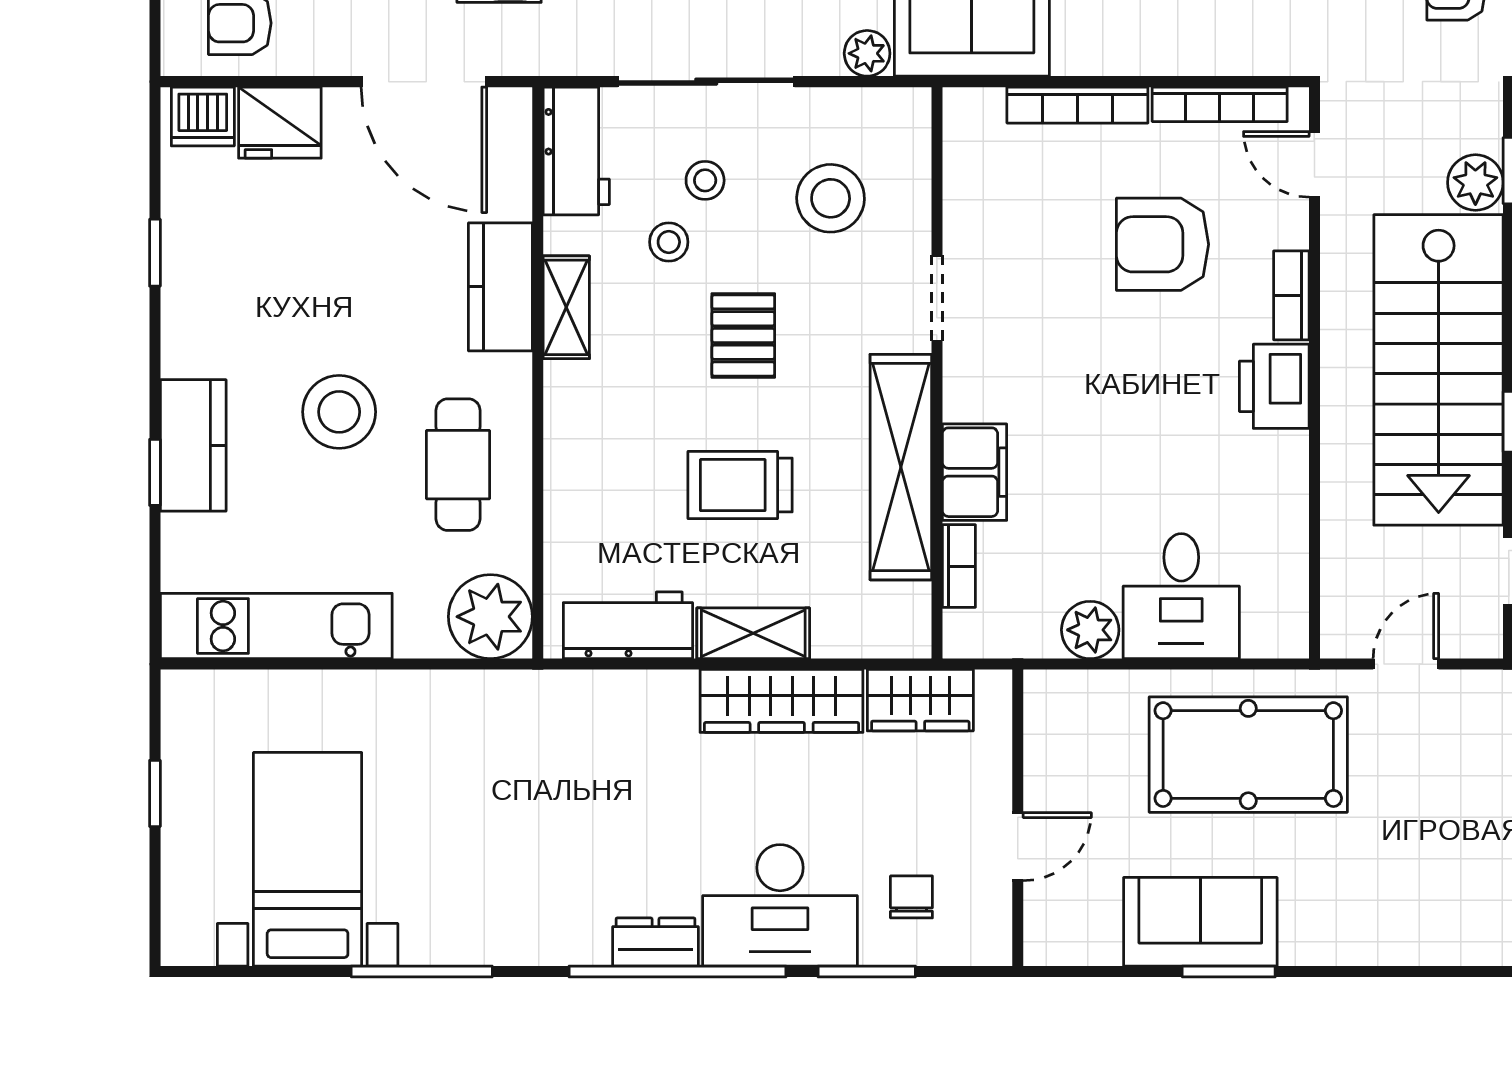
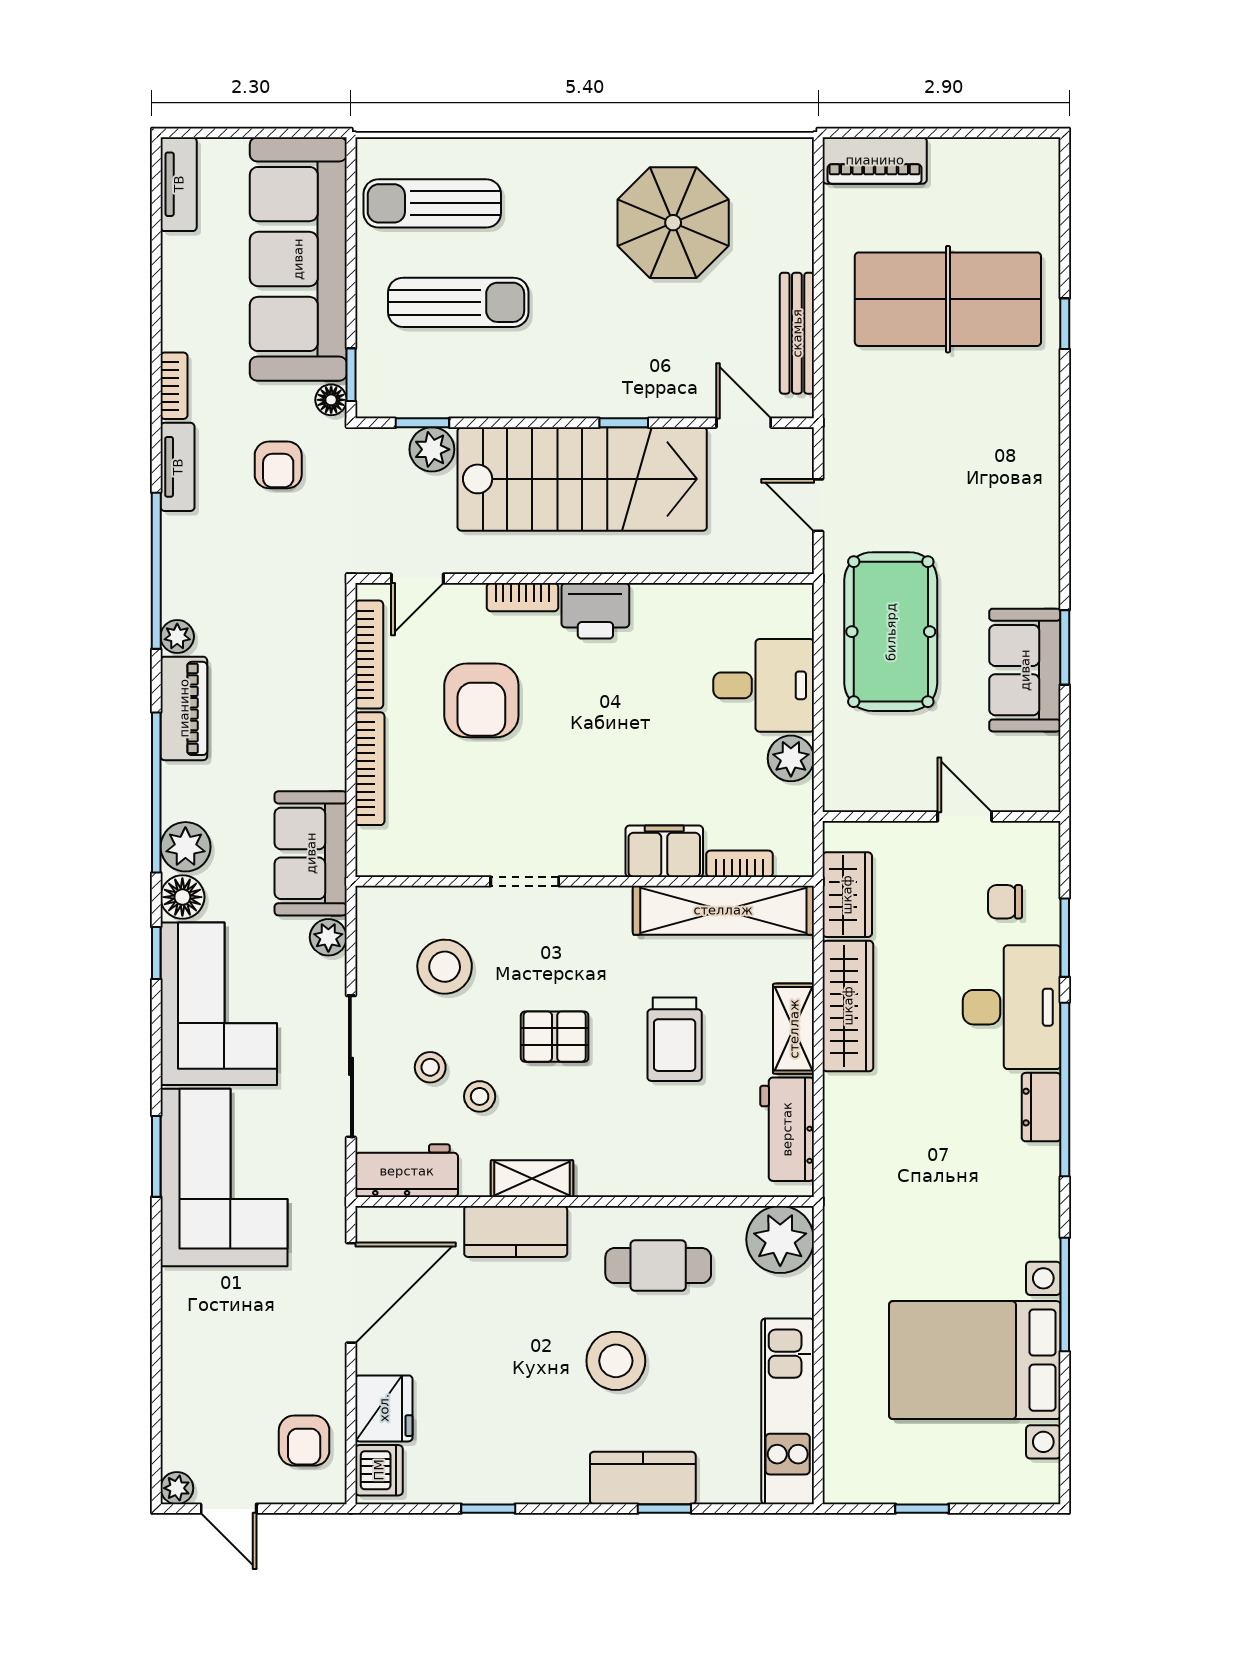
shelving: (901, 467) -> (723, 910), moved
bed with nightstands: (308, 859) -> (975, 1360), width x1.36

